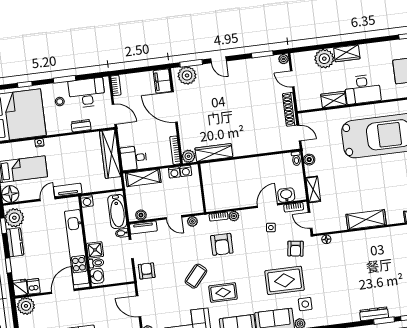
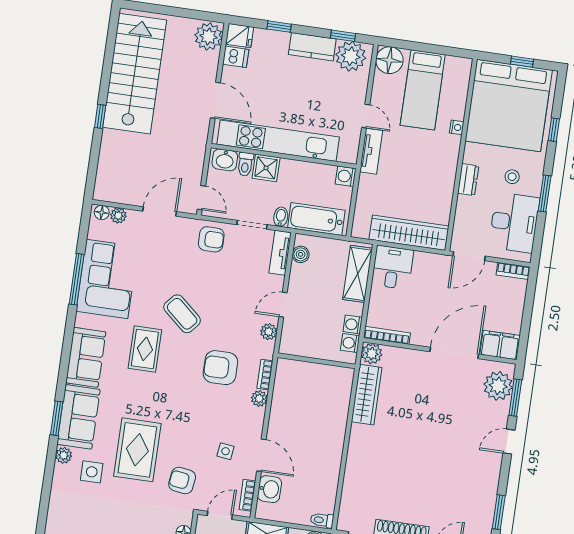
dresser: (81, 126) -> (468, 180), moved
door: (123, 284) -> (201, 198), added

